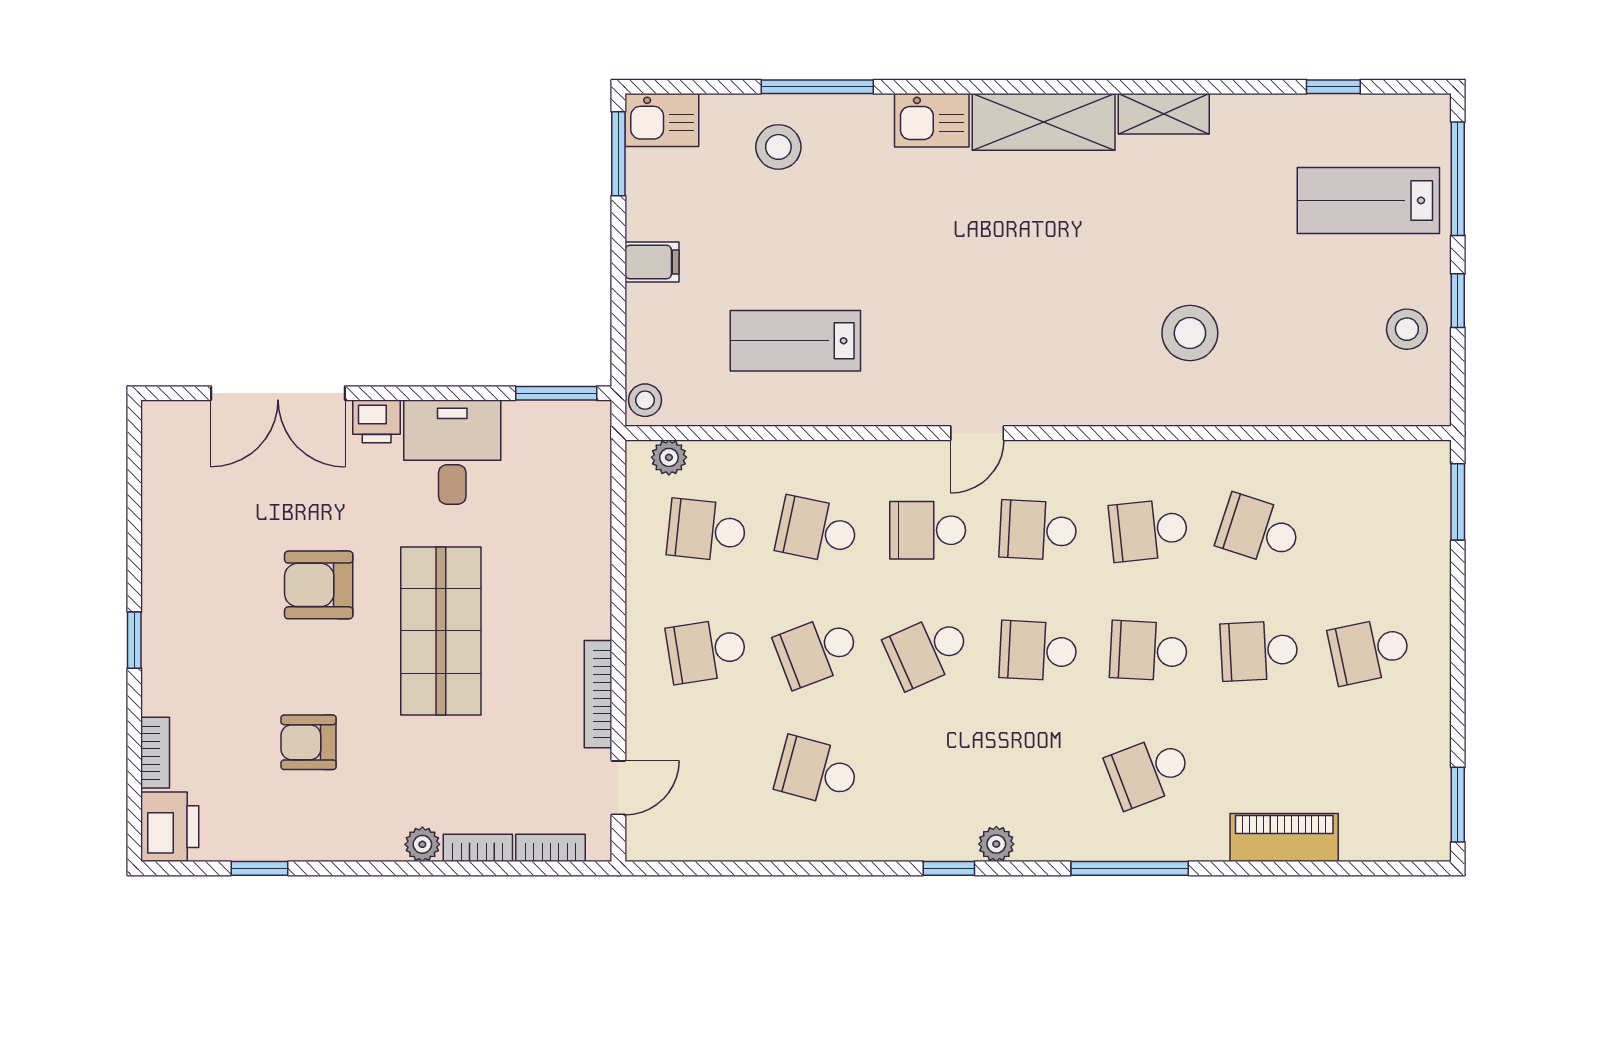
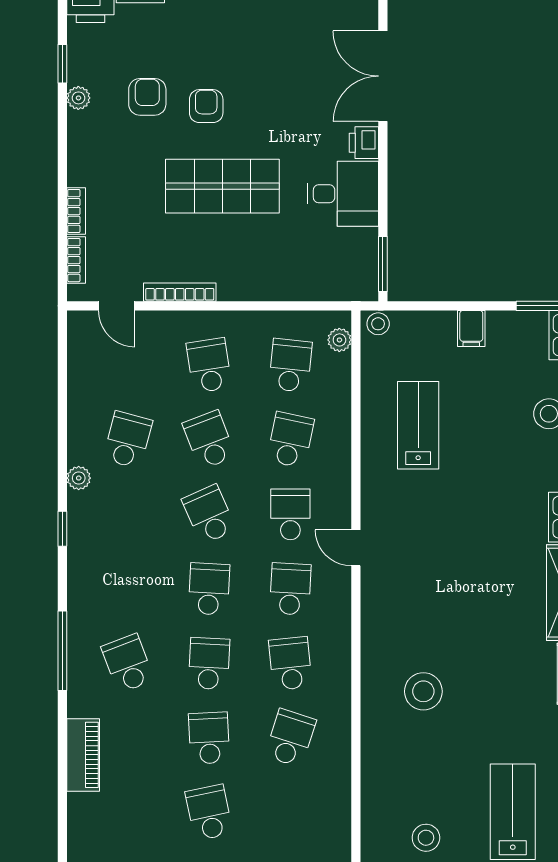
armchair: (319, 585) -> (206, 106), moved, width x0.72, depth x0.72
plant: (422, 844) -> (78, 98), moved
plant: (996, 844) -> (79, 478), moved

